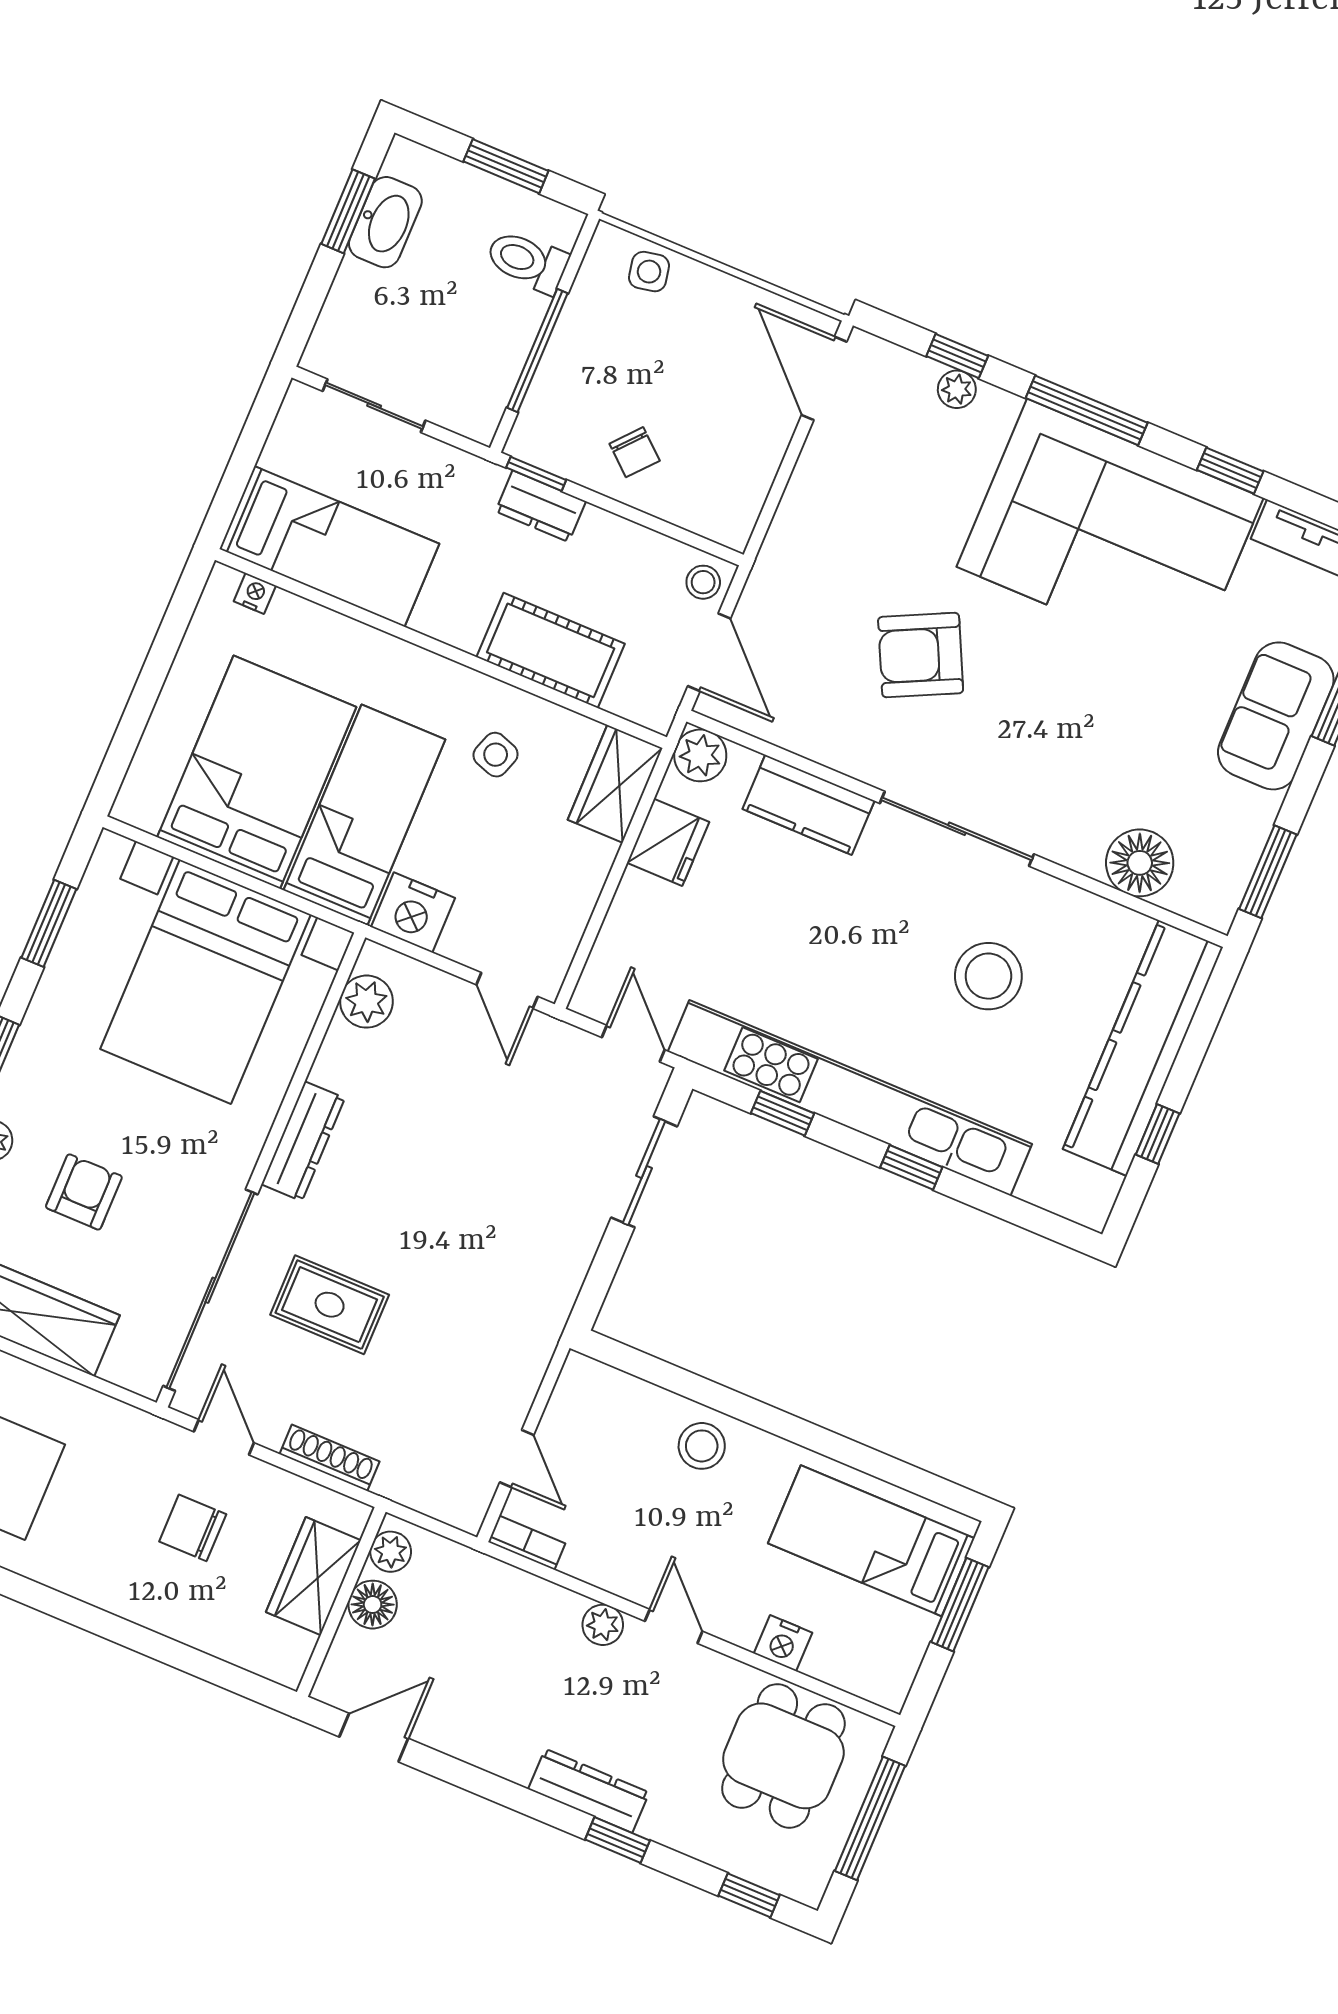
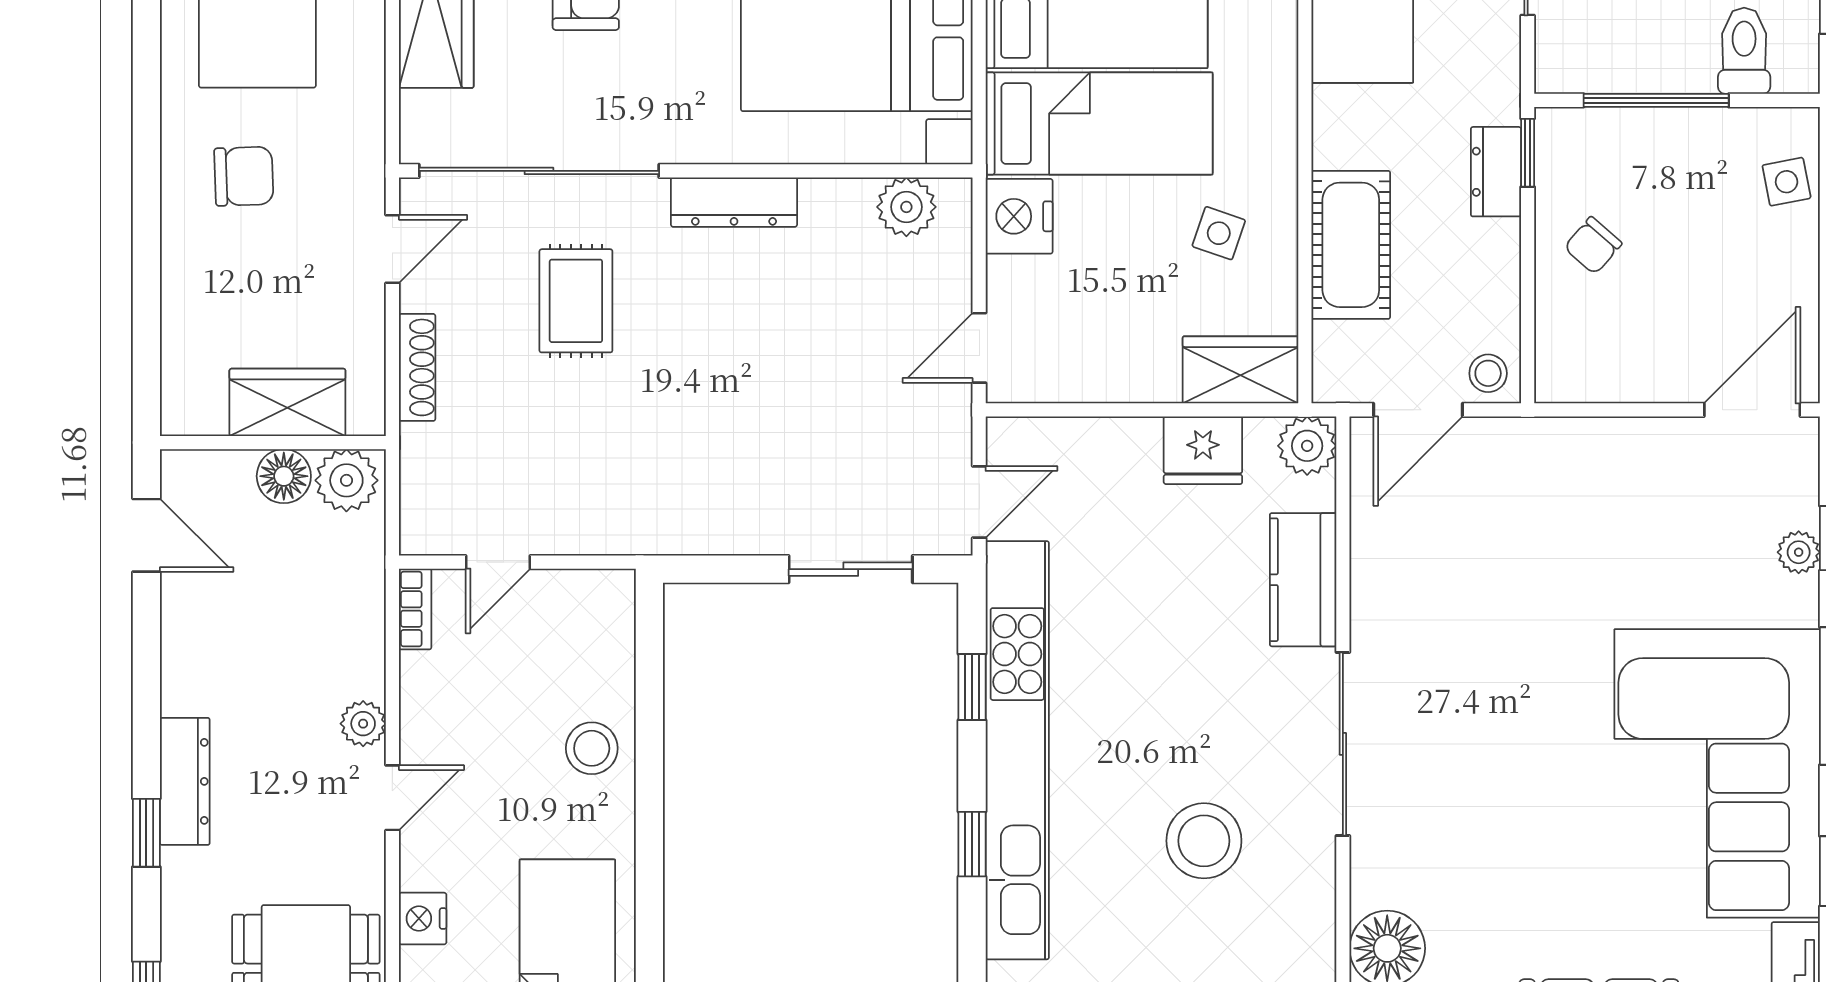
armchair: (921, 655) -> (1507, 631), removed
chair: (193, 1528) -> (244, 176), moved, turned 88
plant: (391, 1552) -> (346, 480), width x1.38, depth x1.38

